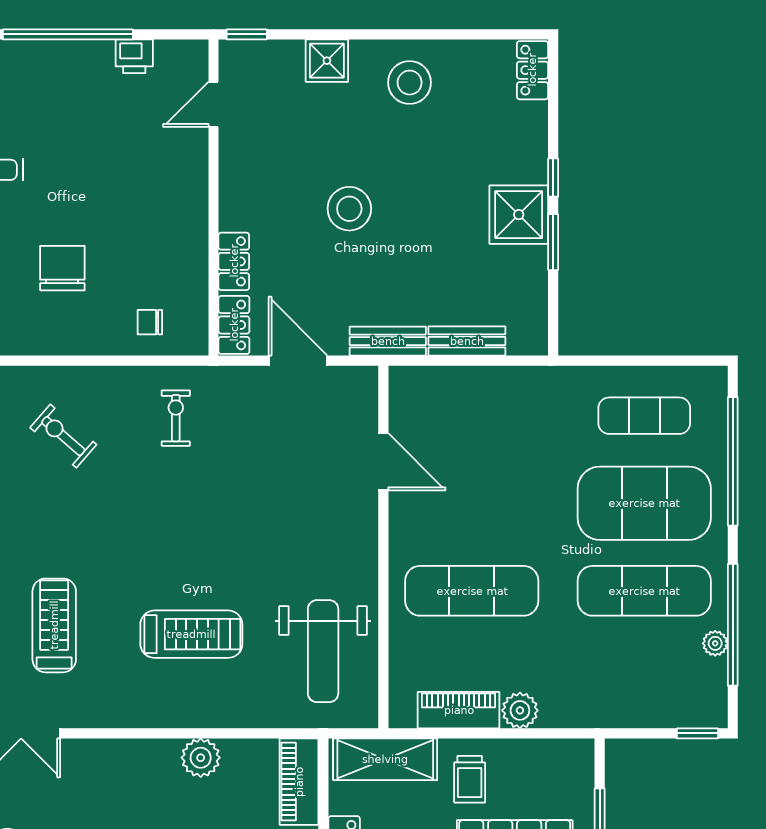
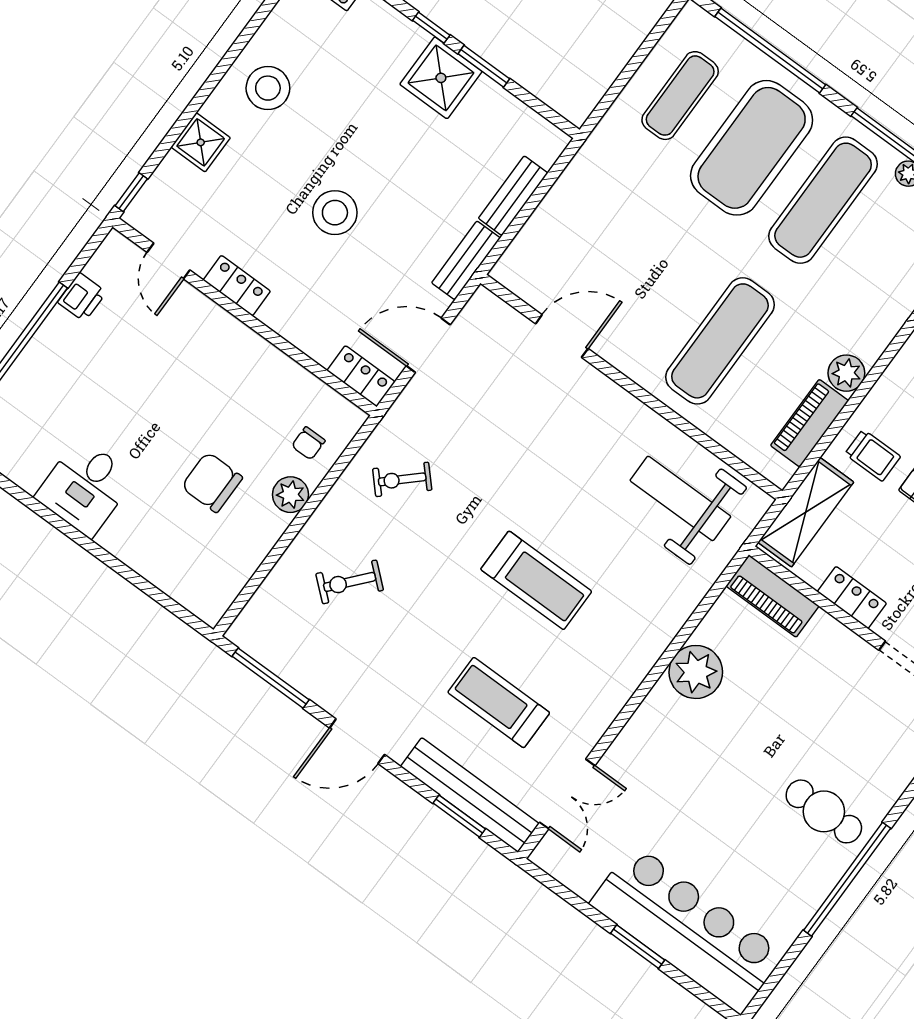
locker: (234, 261) -> (237, 286), moved
plant: (98, 338) -> (290, 495), added
exercise bike: (176, 418) -> (402, 479), turned -43
treadmill: (191, 634) -> (536, 580), moved, turned 90
weight bench: (323, 651) -> (680, 498), turned 180
plant: (201, 758) -> (696, 672), width x1.36, depth x1.36

